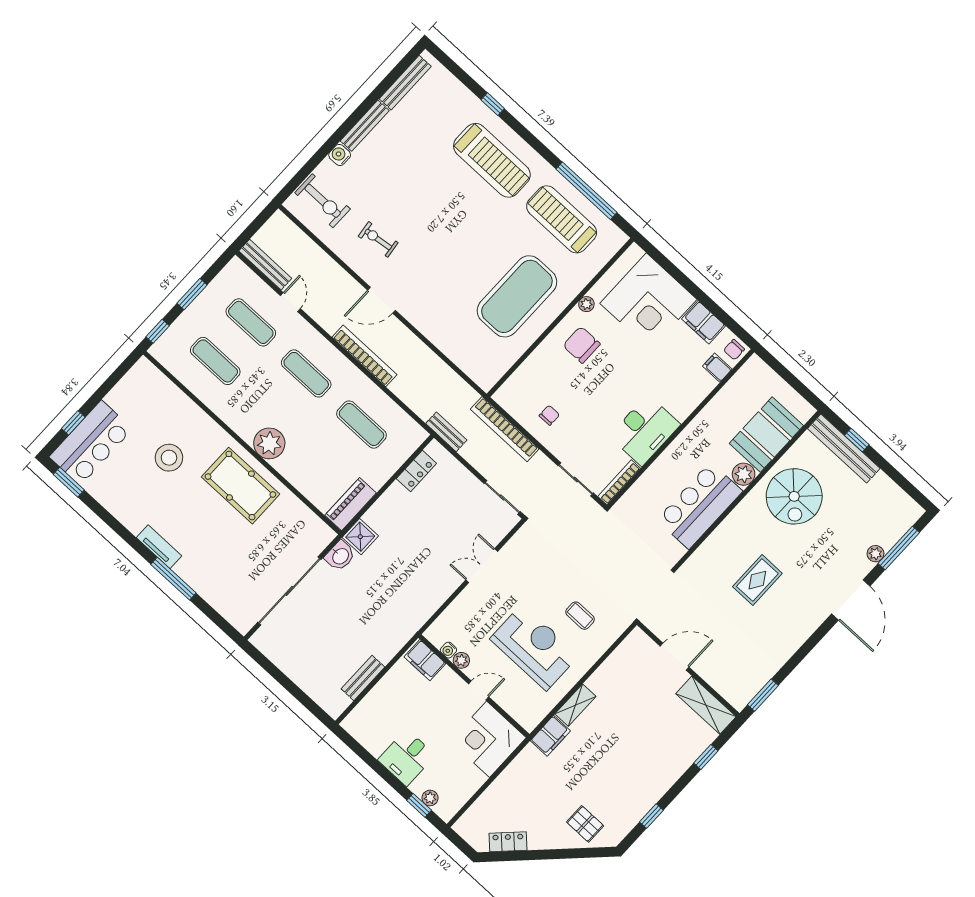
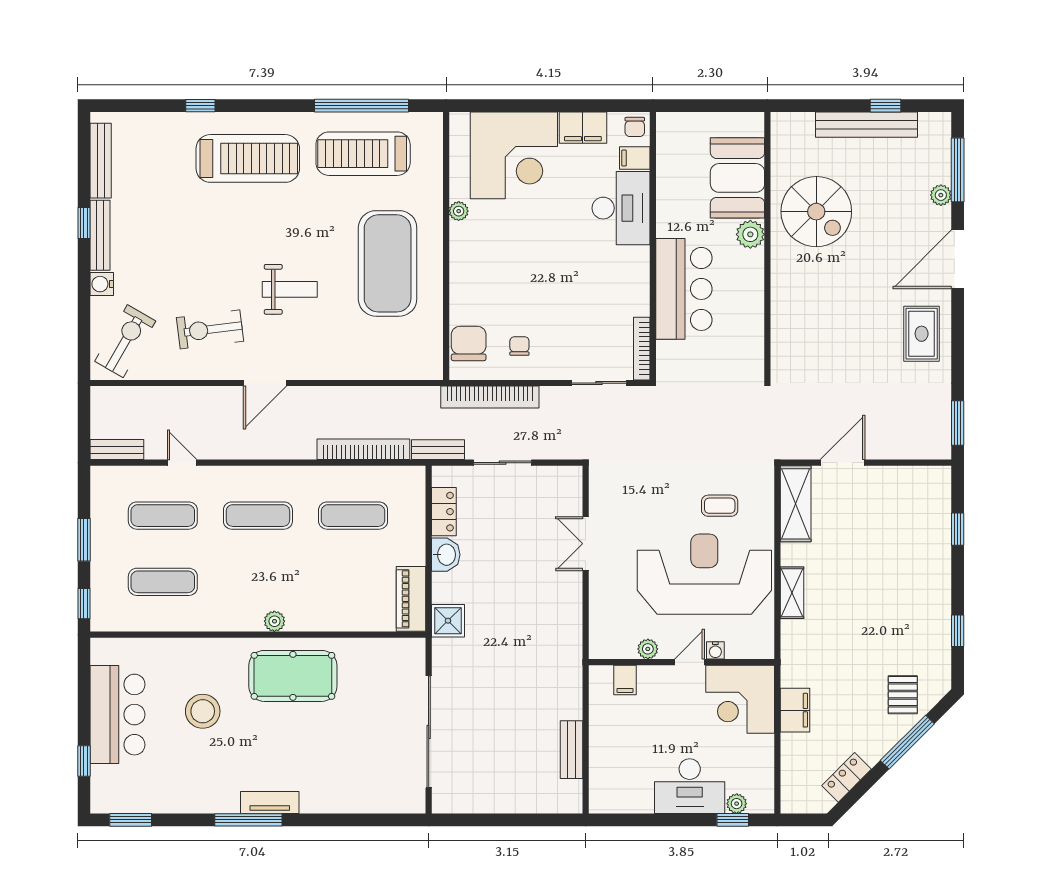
window: (362, 110) -> (84, 223), added
exercise bike: (323, 201) -> (125, 341), turned -60
exercise bike: (378, 239) -> (210, 329), width x1.38, depth x1.39
weight bench: (446, 259) -> (290, 289), added
bench: (265, 265) -> (117, 450), width x0.73
chair: (582, 345) -> (469, 343), moved, turned 90
bookcase: (364, 356) -> (363, 449), moved
desk: (645, 430) -> (621, 208), moved
window: (857, 440) -> (885, 106), moved
bar counter: (91, 443) -> (118, 715), moved
plant: (269, 443) -> (274, 621), width x0.53, depth x0.53
bench: (844, 448) -> (866, 125), moved
sliding door: (502, 498) -> (503, 463), moved
bar counter: (700, 505) -> (684, 289), moved, turned 180
washbasin: (340, 556) -> (446, 555), moved
window: (173, 579) -> (248, 820), moved
rug: (757, 580) -> (922, 334), moved
door: (851, 600) -> (958, 259), swing flipped
reception desk: (534, 647) -> (704, 574), width x1.36, depth x1.30
water cooler: (448, 650) -> (715, 650), moved
filing cabinet: (425, 660) -> (625, 680), width x0.50
shelving: (706, 705) -> (796, 504), moved, turned 90
filing cabinet: (550, 736) -> (795, 710), moved
desk: (407, 758) -> (690, 786), width x1.37
pallet: (585, 824) -> (903, 695), turned 90
window: (562, 854) -> (907, 742), added

